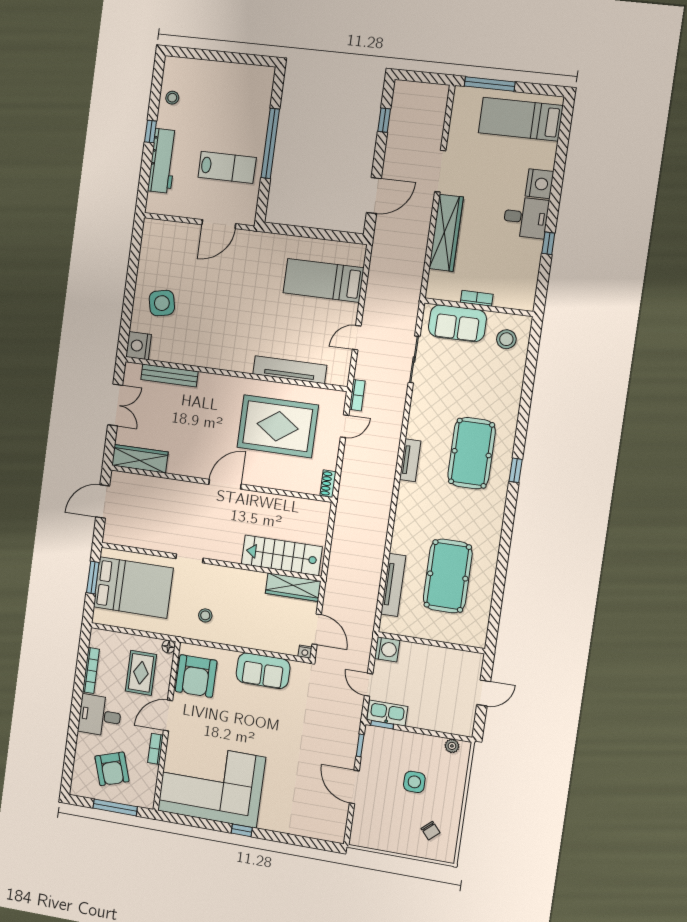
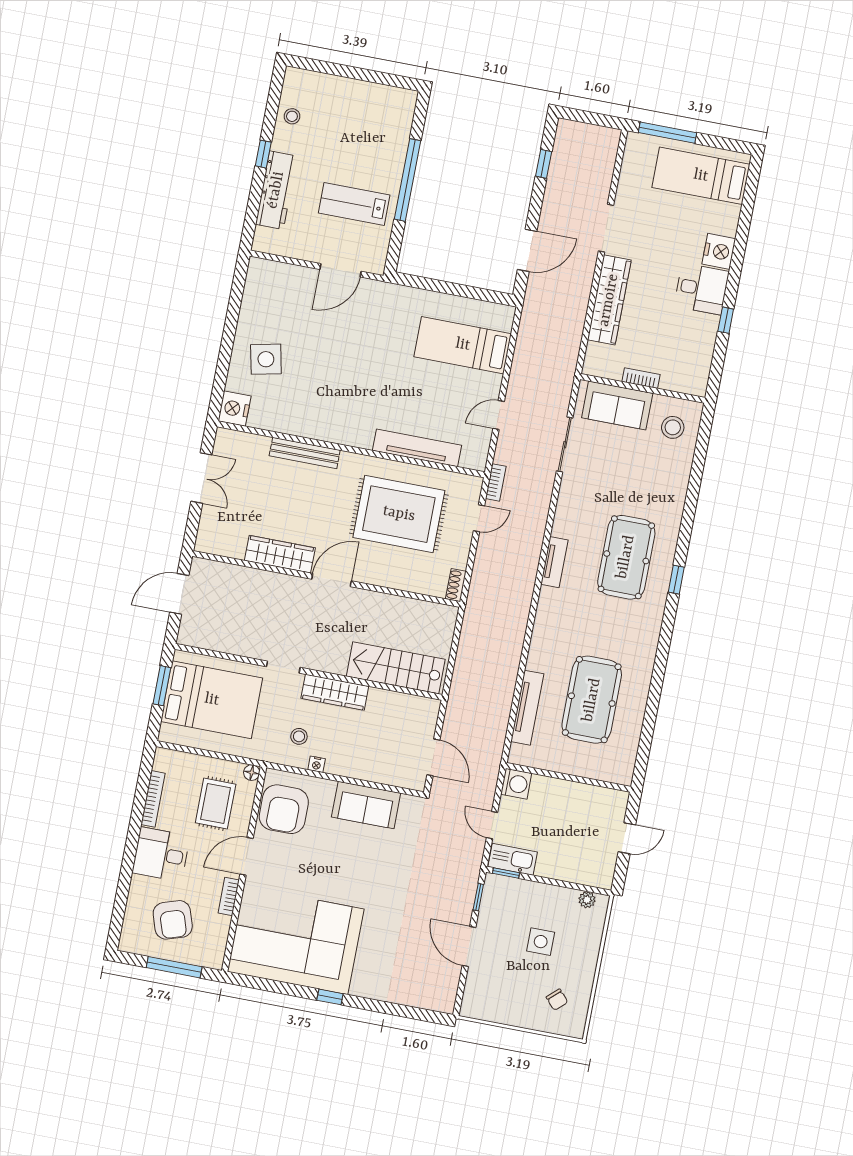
lab bench: (227, 167) -> (354, 204), turned 180
bench: (169, 375) -> (305, 453), moved
wardrobe: (140, 459) -> (280, 554), moved
wardrobe: (293, 587) -> (335, 692), moved
nightstand: (305, 652) -> (317, 764), moved

